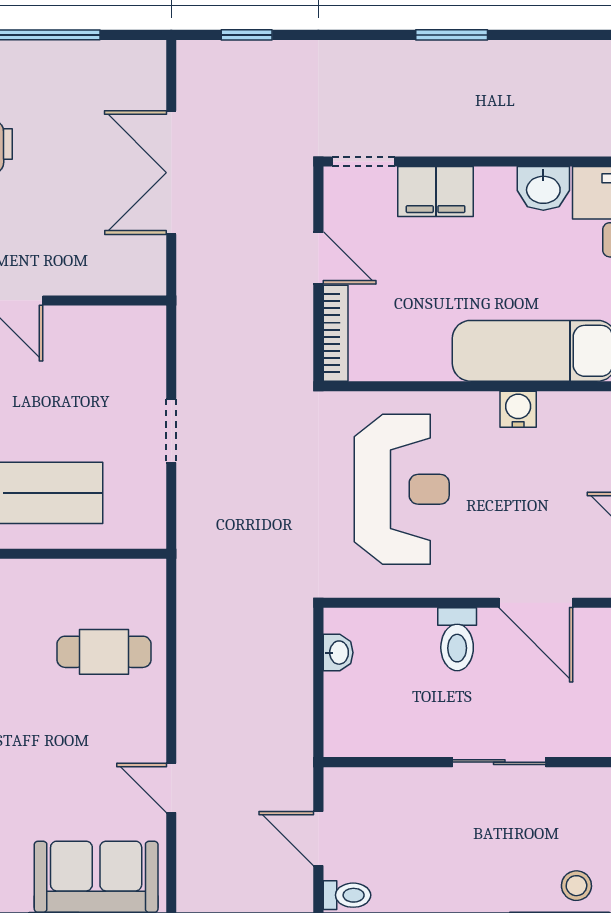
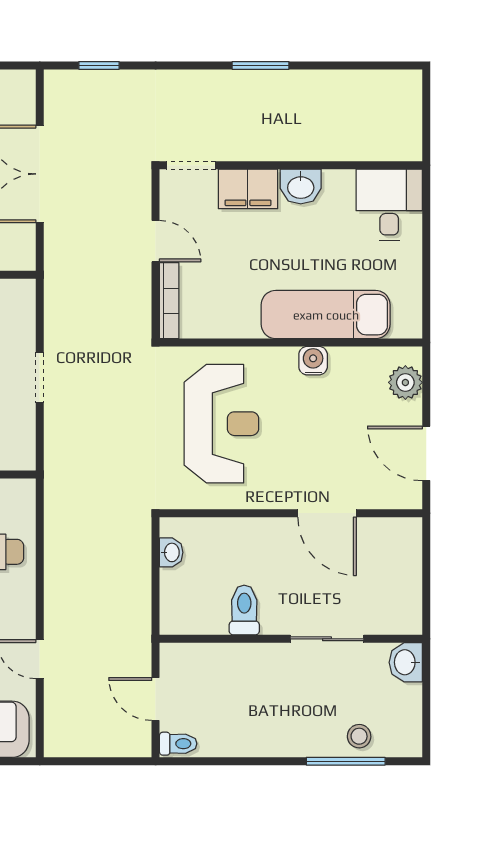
washbasin: (543, 188) -> (301, 187), moved
toilet: (457, 639) -> (244, 610), moved, turned 180
sliding door: (499, 762) -> (327, 639), moved

